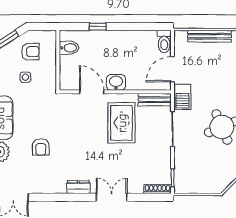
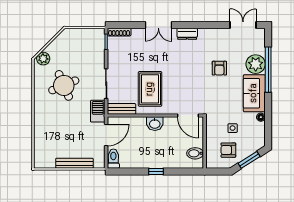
window: (98, 27) -> (156, 172), moved
door: (92, 92) -> (188, 115), moved
armchair: (41, 147) -> (219, 68), turned 180

